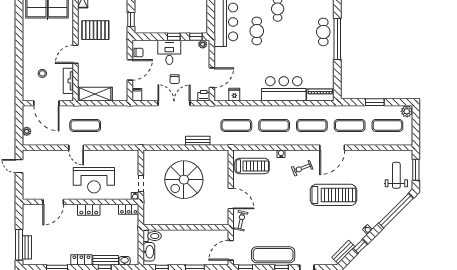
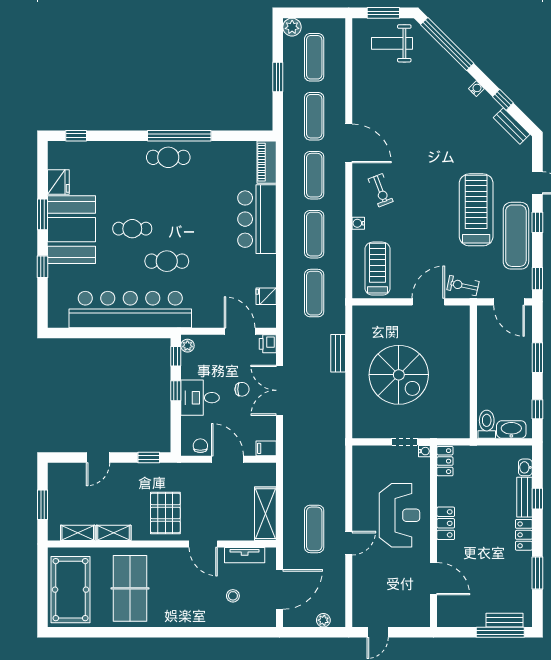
treadmill: (333, 195) -> (476, 210), moved

